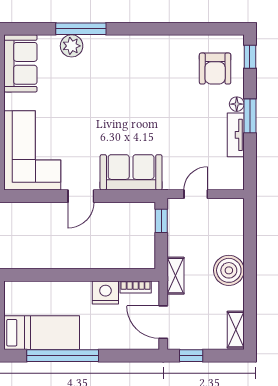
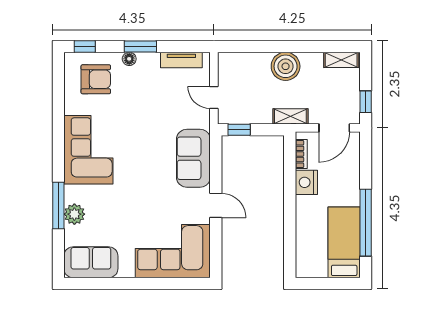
corner sofa: (140, 61) -> (88, 150), added
tv unit: (236, 135) -> (181, 60), moved

